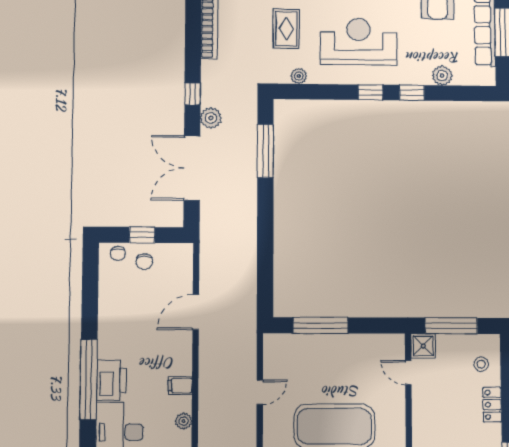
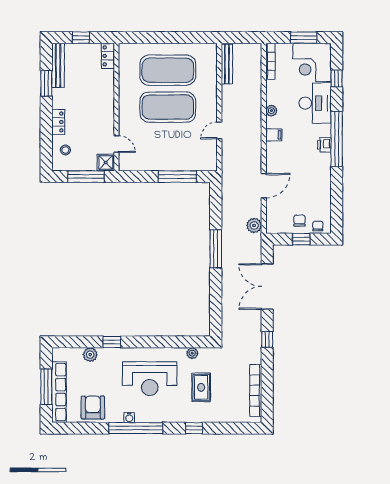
window: (371, 92) -> (141, 342), removed
plant: (211, 118) -> (254, 225), moved
window: (265, 151) -> (216, 249), moved
double door: (192, 168) -> (267, 287), swing flipped
printer: (111, 380) -> (324, 145), width x0.53, depth x0.68

